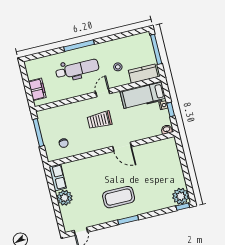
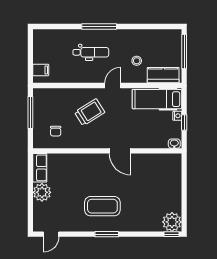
dental chair: (77, 69) -> (91, 52), width x0.73, depth x0.72
filing cabinet: (37, 89) -> (41, 70), width x0.50
trolley: (100, 120) -> (90, 112), moved, turned 148

